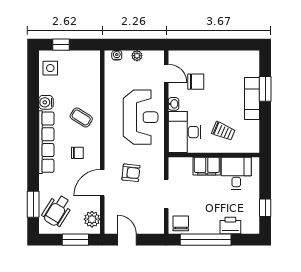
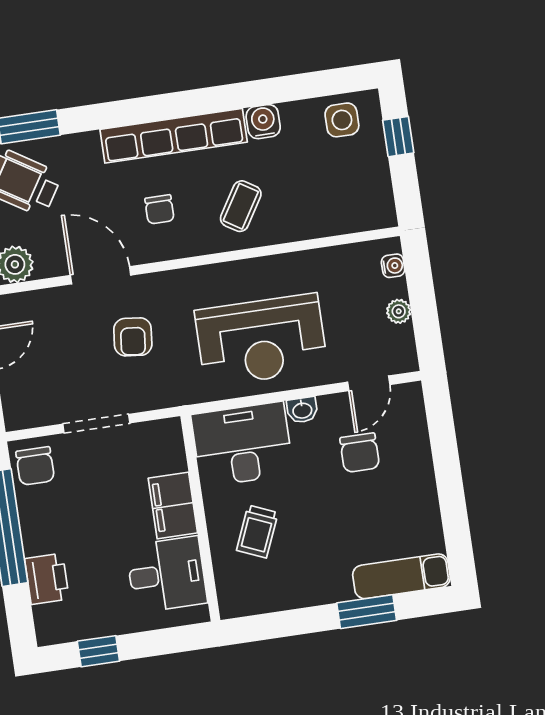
exam couch: (252, 99) -> (401, 576), moved
chair: (181, 223) -> (35, 466), turned 90

